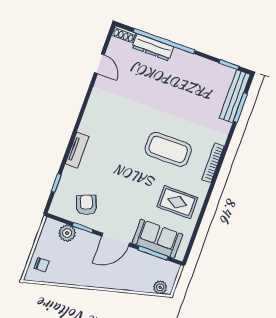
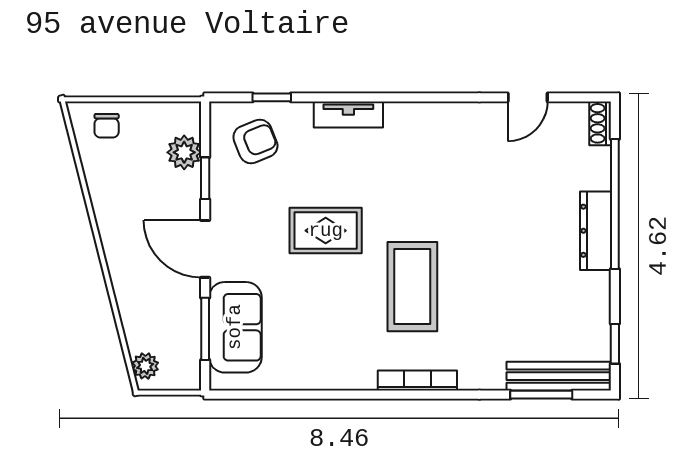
dresser: (153, 47) -> (595, 231), moved
rug: (177, 202) -> (326, 231), moved, turned 90
armchair: (86, 205) -> (255, 141), moved

